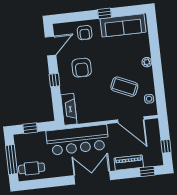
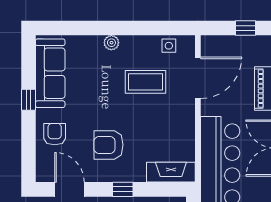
armchair: (85, 33) -> (55, 134), turned -90
armchair: (82, 68) -> (109, 145), turned 180
coffee table: (124, 87) -> (146, 82), turned 66

